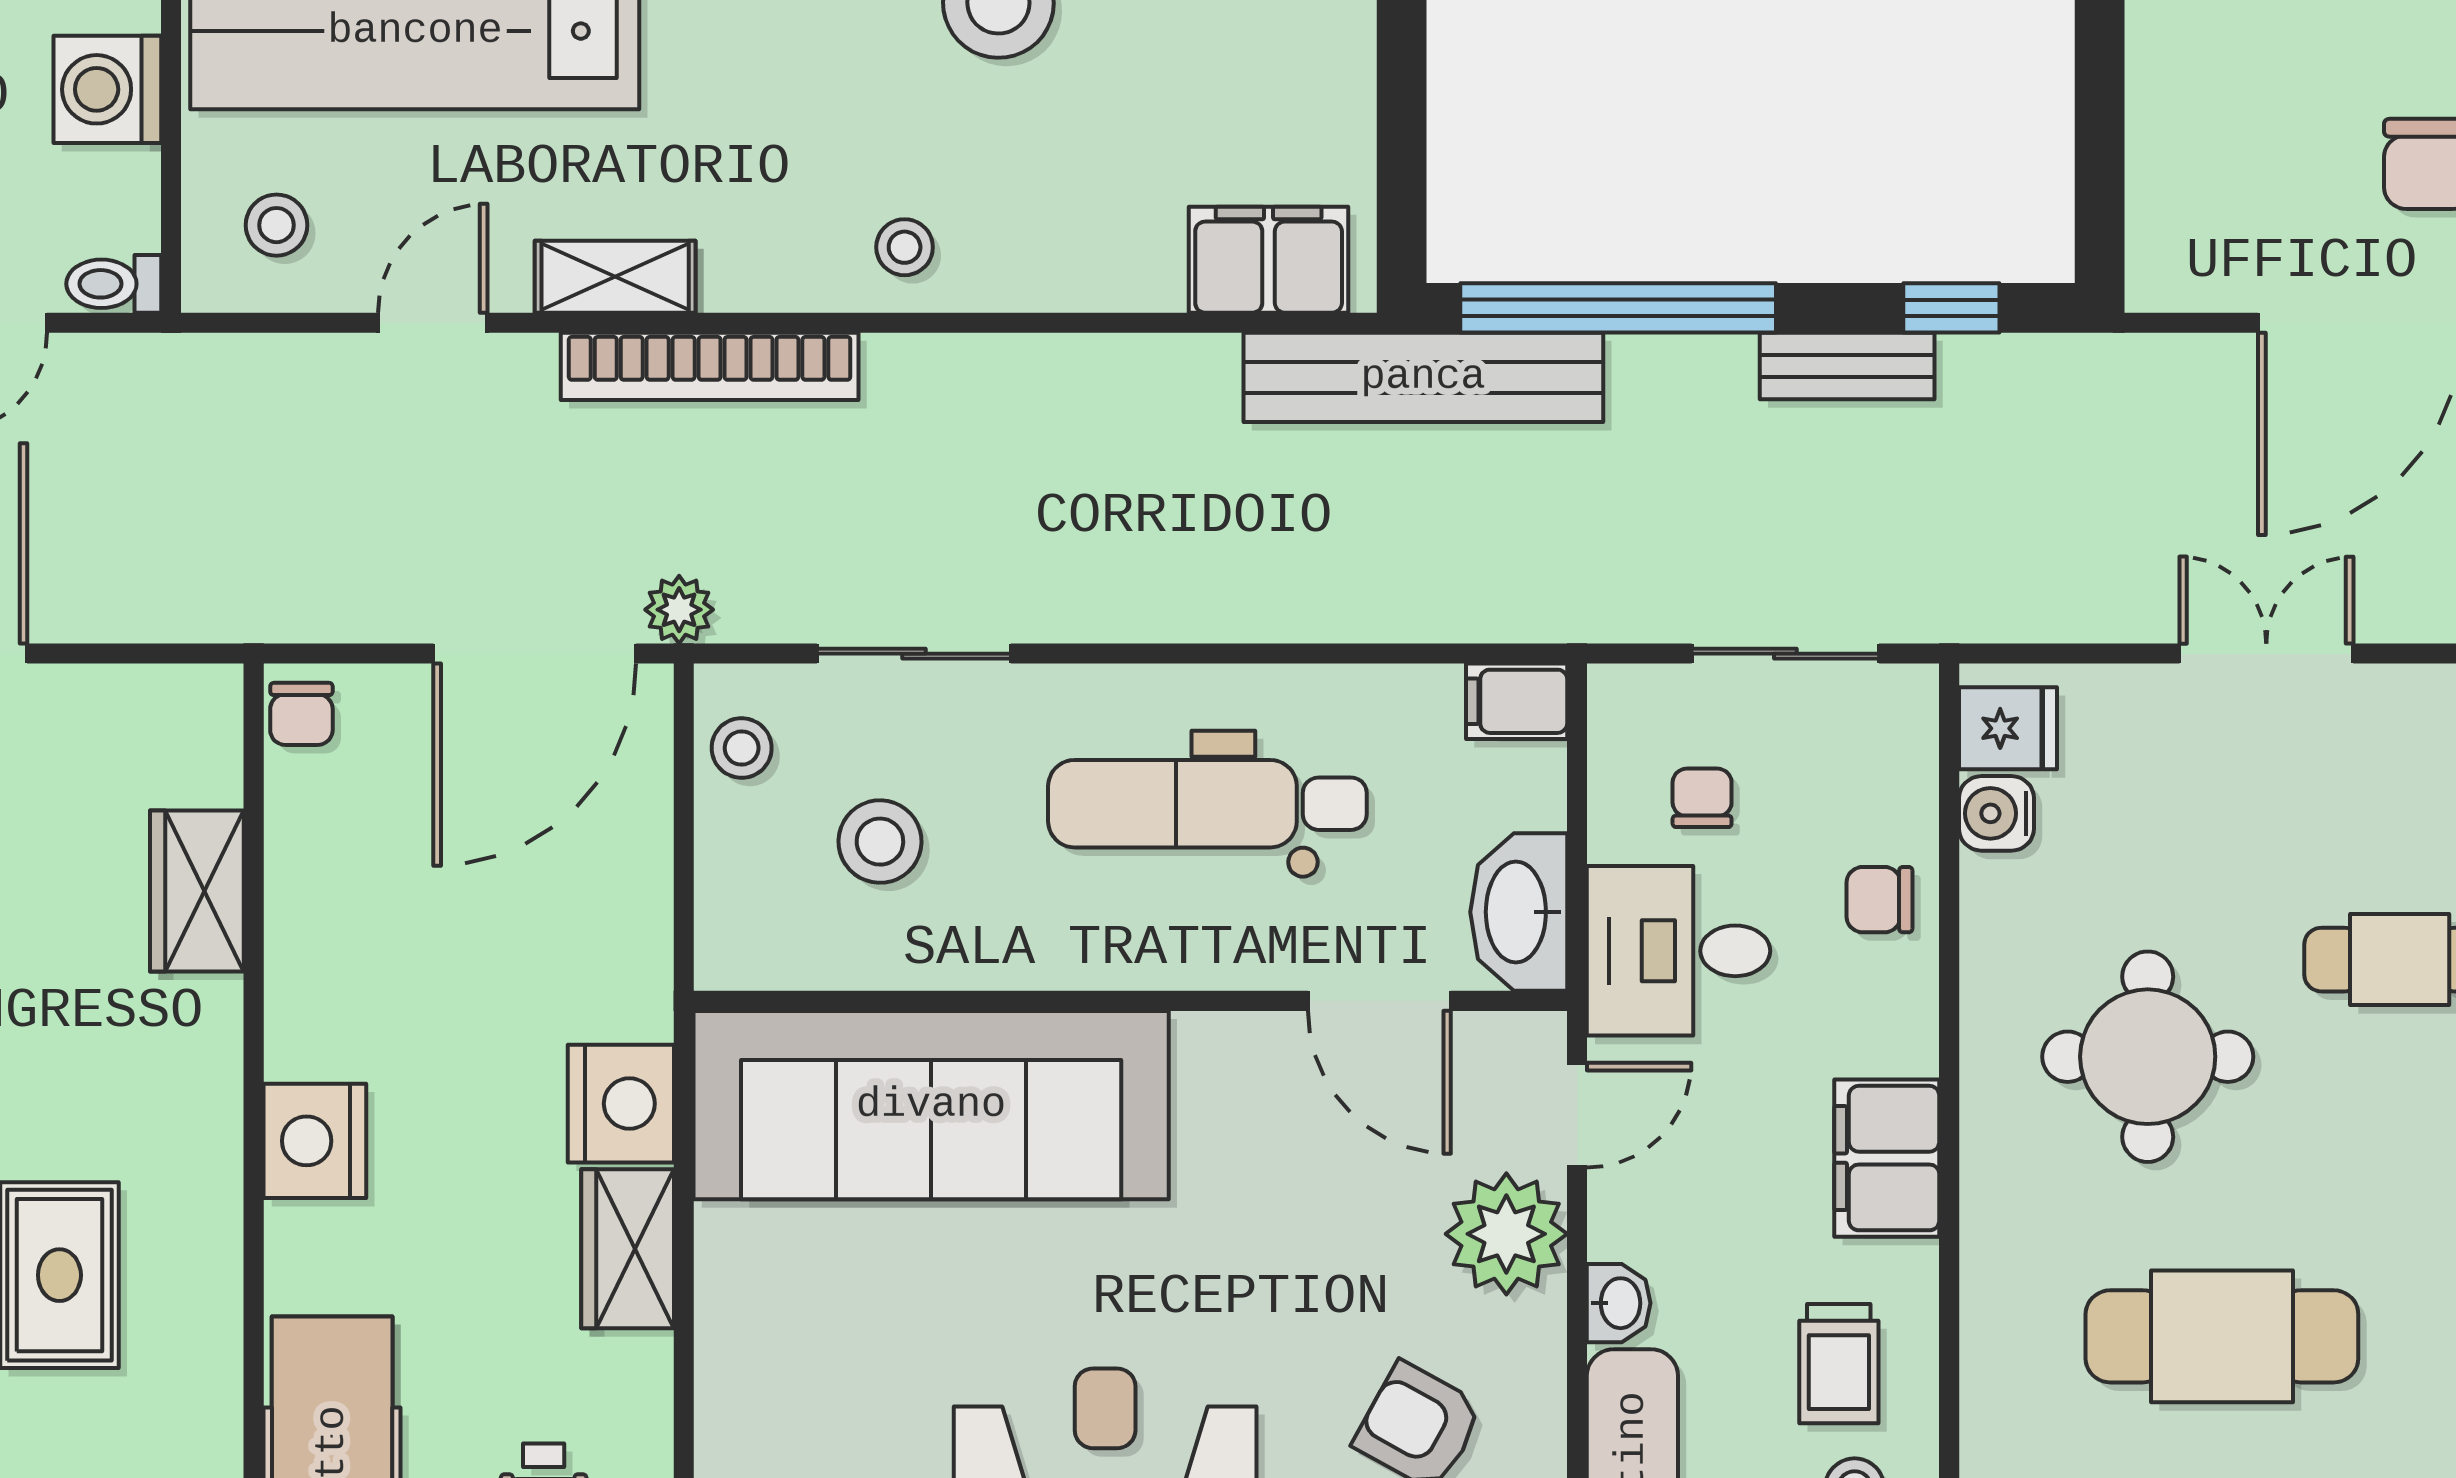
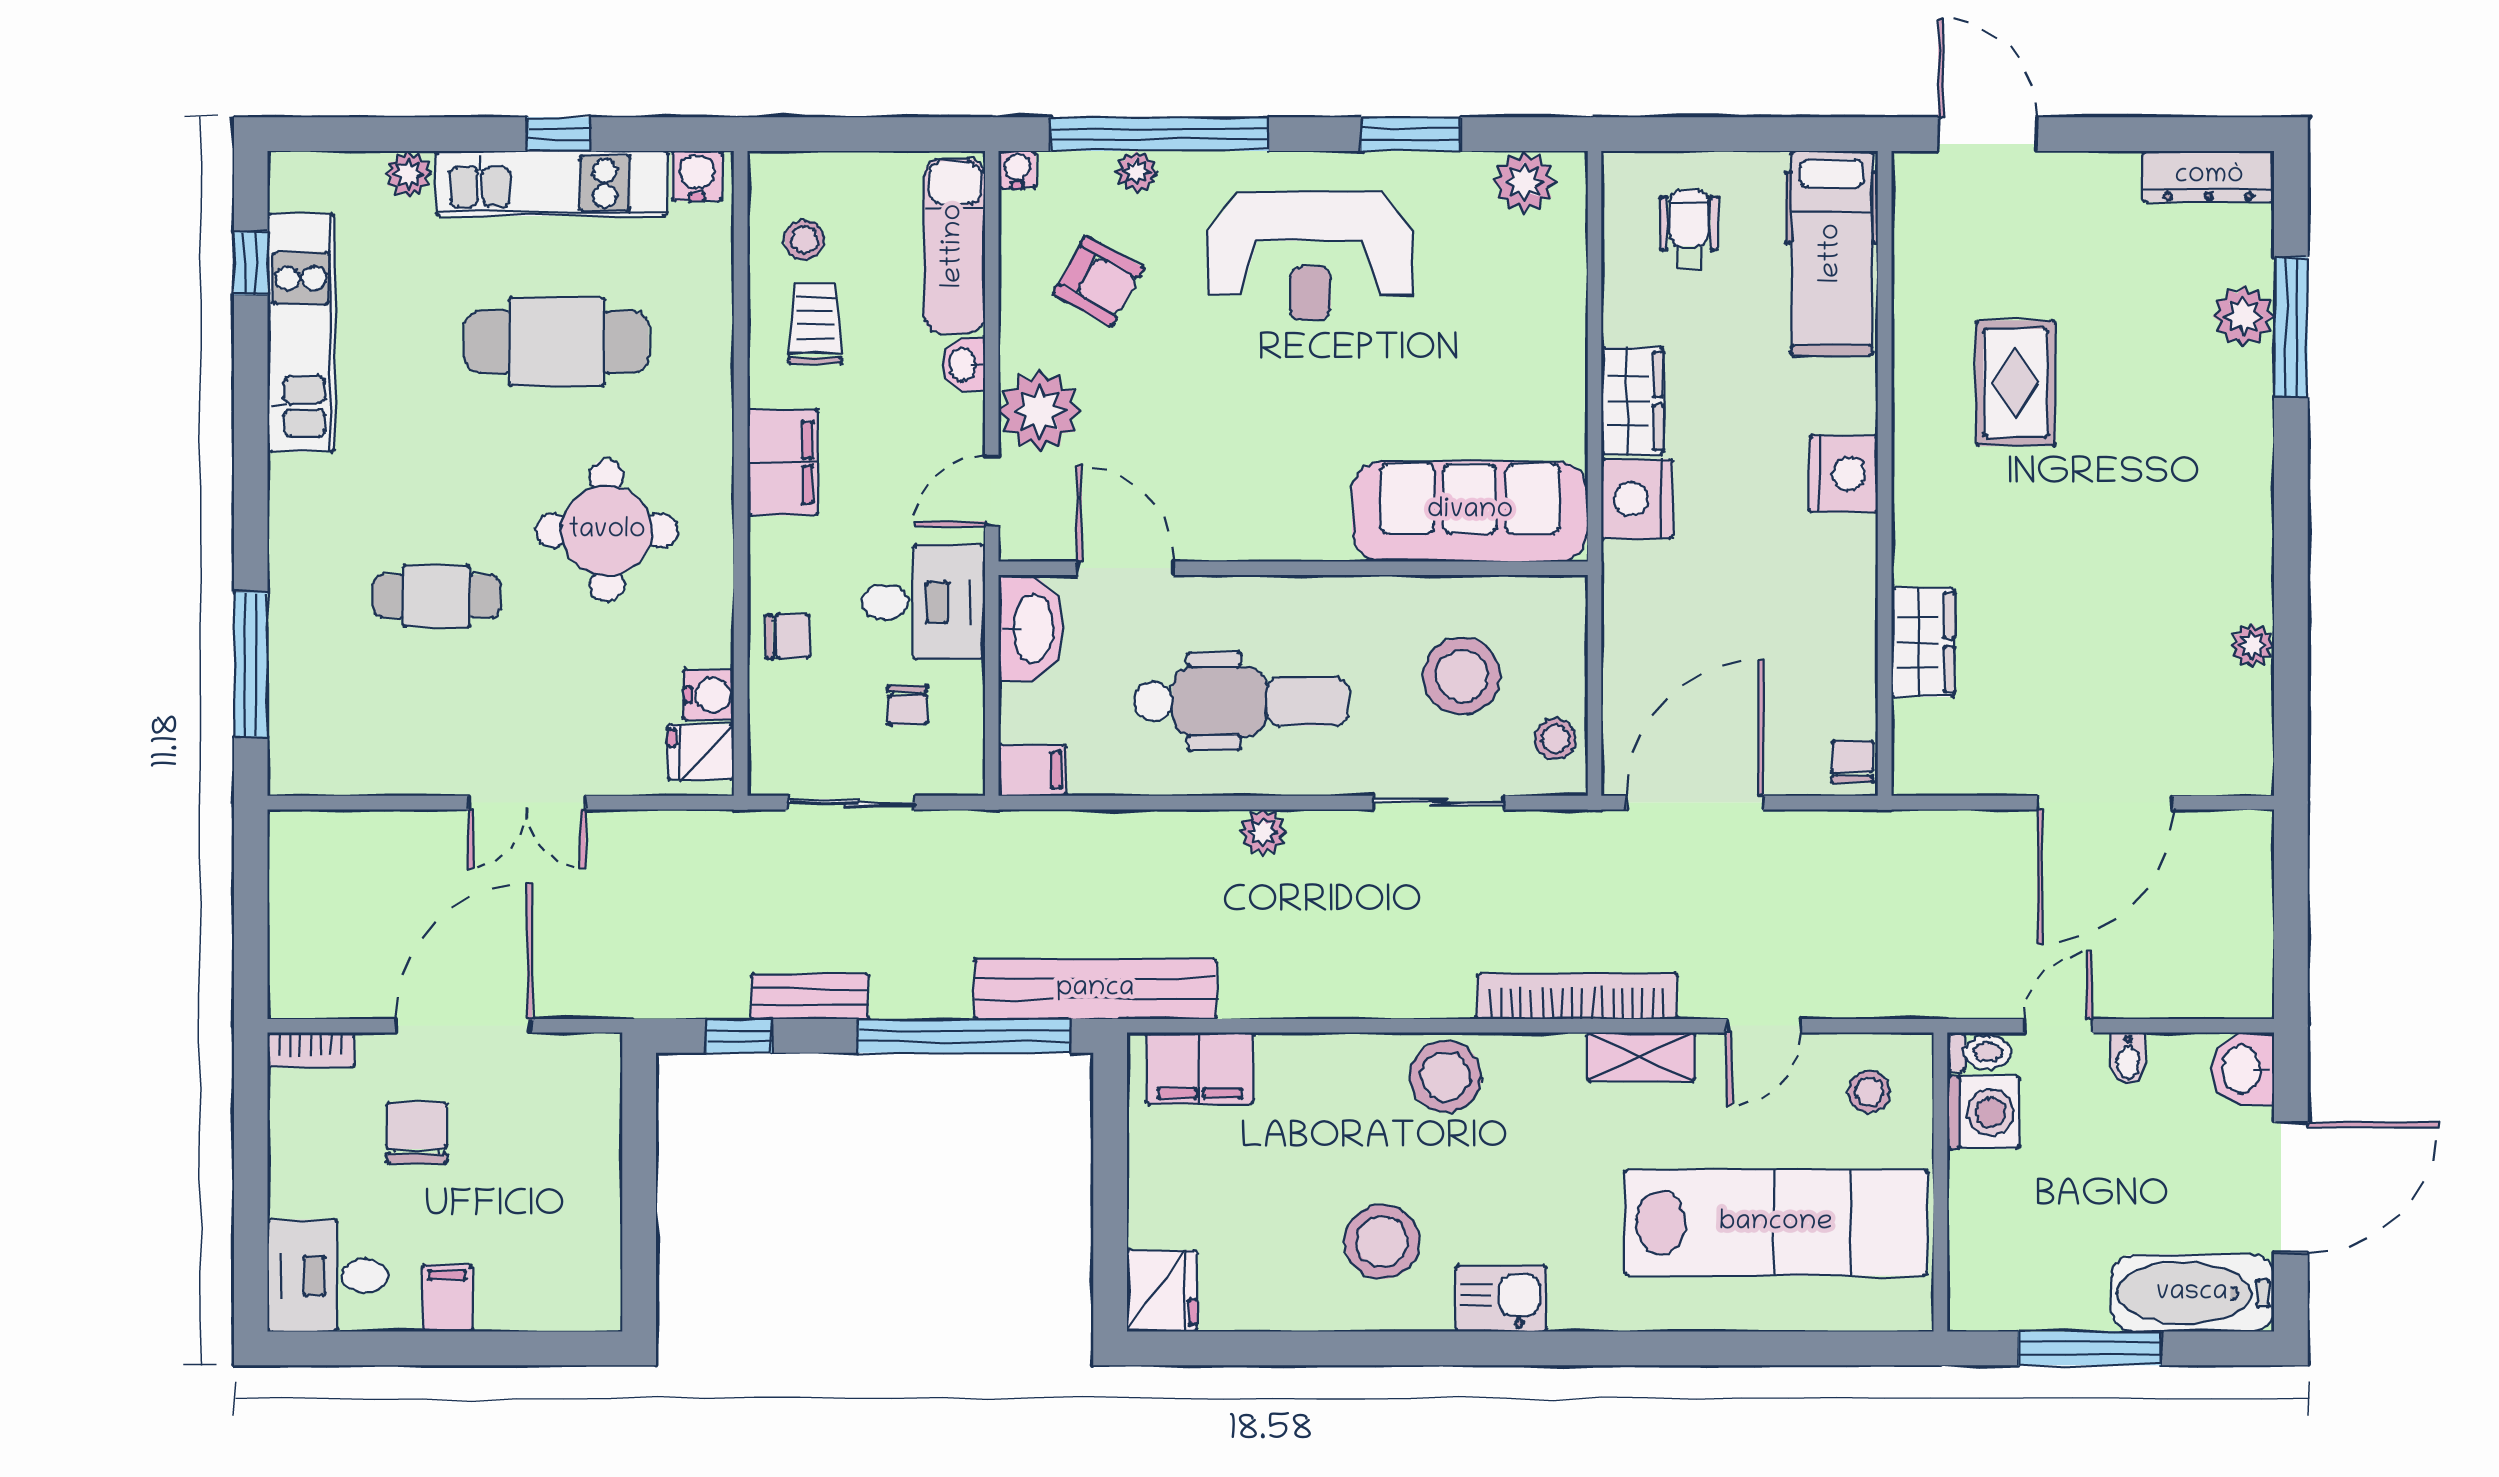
washing machine: (107, 89) -> (1983, 1112), moved
stool: (905, 247) -> (1445, 1077), width x1.89, depth x1.89
plant: (679, 610) -> (1263, 832), moved
stool: (880, 842) -> (1462, 676), width x1.38, depth x1.38
sofa: (931, 1105) -> (1470, 511), width x0.74, depth x0.79

